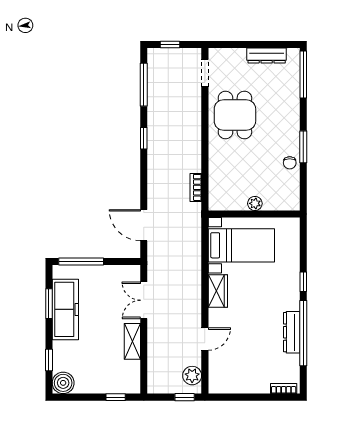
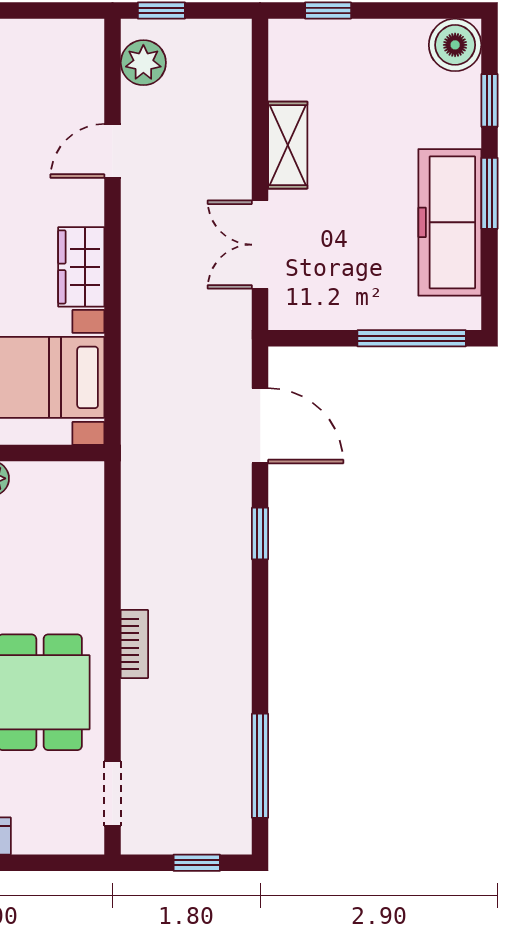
window: (144, 138) -> (260, 533), moved
bookcase: (196, 187) -> (134, 644), moved
double door: (144, 300) -> (260, 245), swing flipped
window: (49, 304) -> (489, 193), moved

